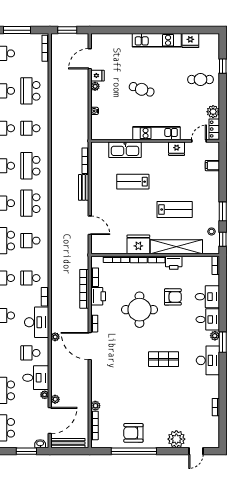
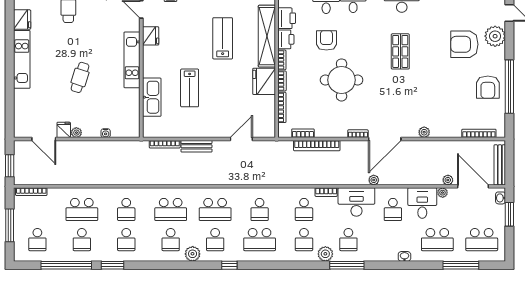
printer: (98, 296) -> (287, 18), moved, turned 90
plant: (95, 406) -> (424, 132), moved
armchair: (170, 413) -> (464, 44), added

